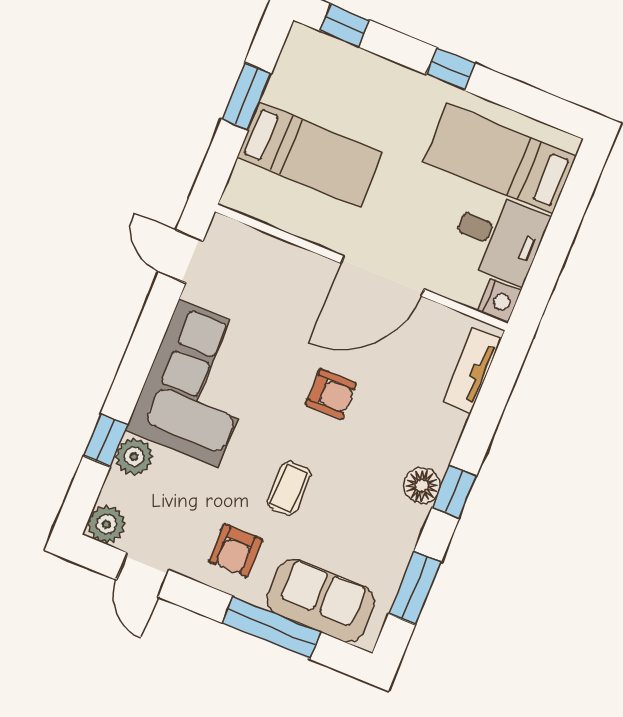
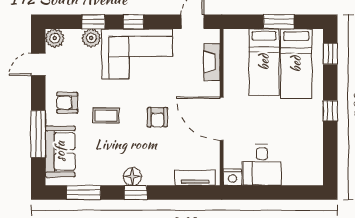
bed: (500, 159) -> (296, 64), moved, turned 180
fireplace: (270, 251) -> (212, 62), added
window: (136, 366) -> (133, 22), added

